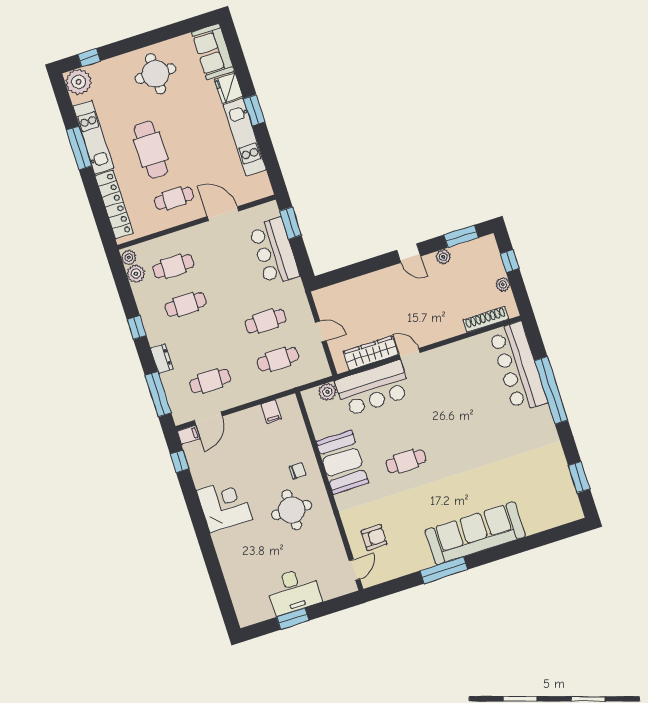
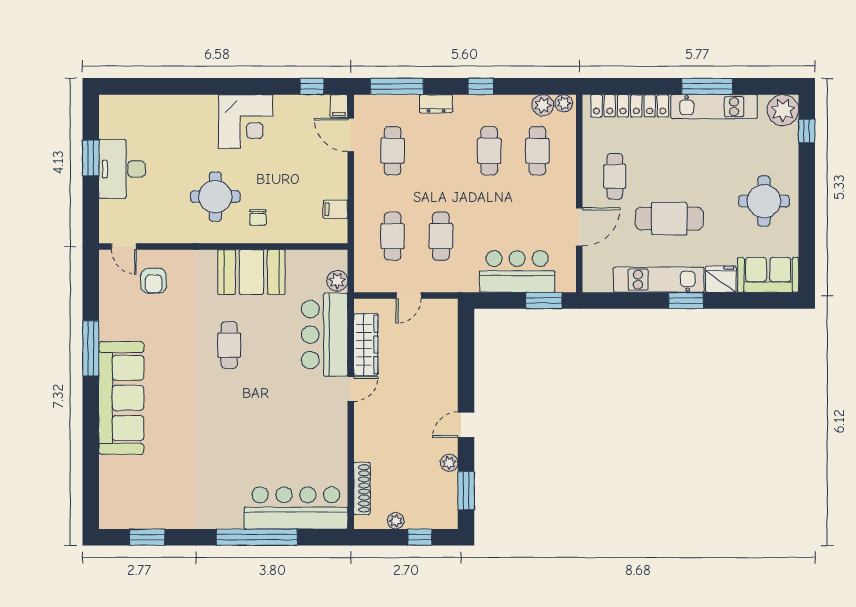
cafe table: (151, 150) -> (669, 219), moved

